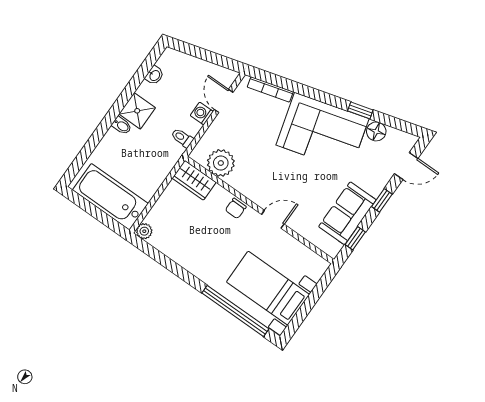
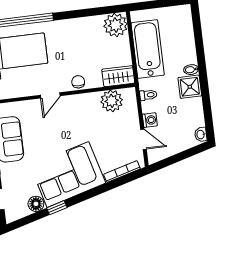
washbasin: (154, 75) -> (201, 135), moved
bathtub: (110, 197) -> (148, 49), moved, turned -90
plant: (144, 231) -> (116, 25), width x1.88, depth x1.88

